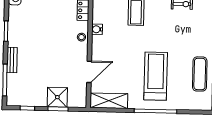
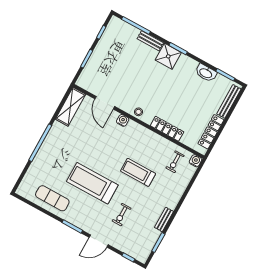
water cooler: (97, 29) -> (123, 120), moved
treadmill: (156, 76) -> (92, 183), moved, turned 180
shower: (57, 97) -> (168, 56), moved

